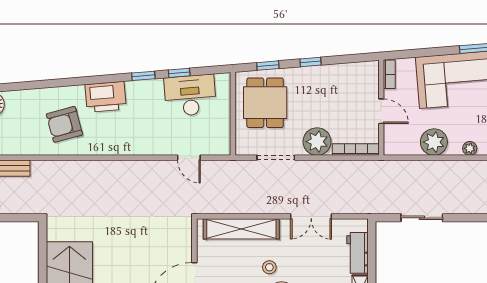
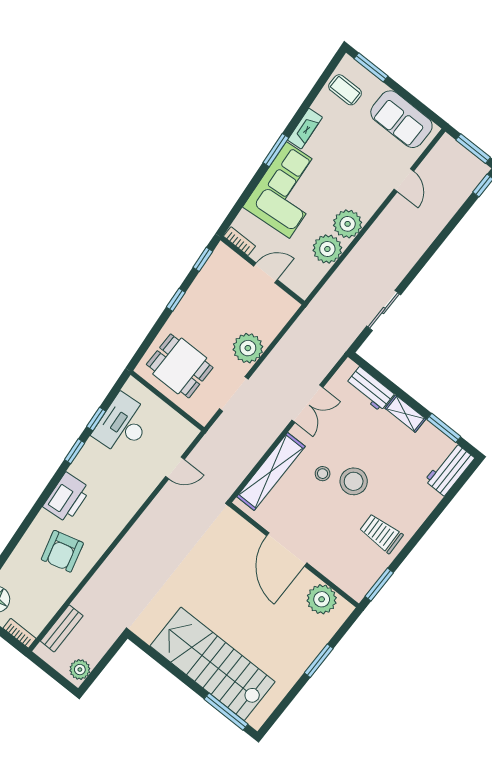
window: (268, 66) -> (203, 259), moved
plant: (470, 148) -> (348, 224), width x1.88, depth x1.88
bookcase: (356, 150) -> (281, 321), removed

